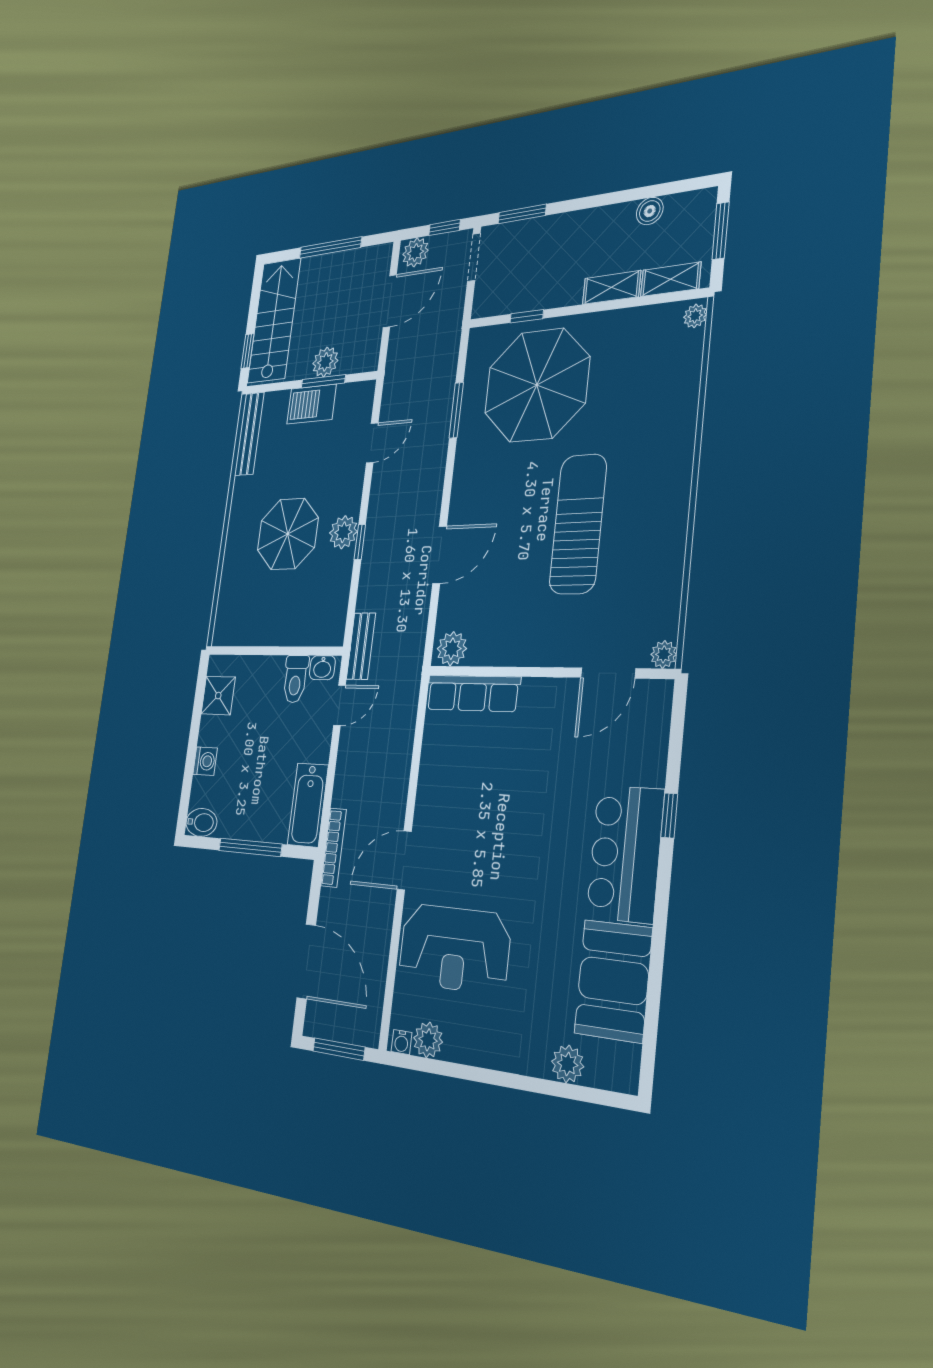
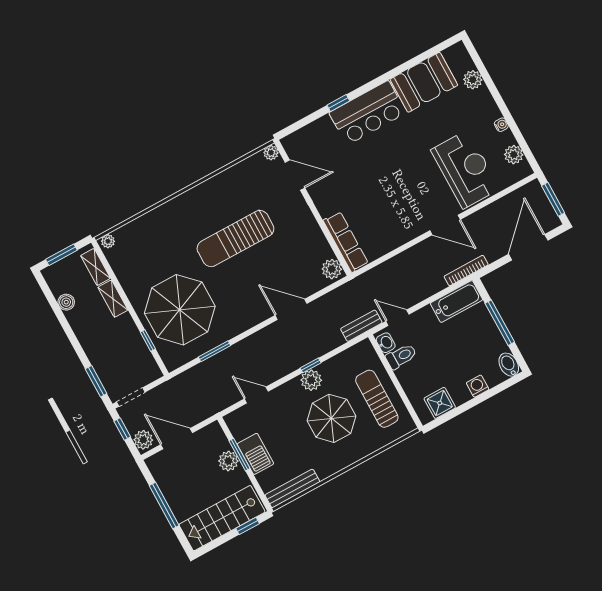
sun lounger: (272, 612) -> (377, 399), added
water cooler: (401, 1042) -> (501, 125), moved

